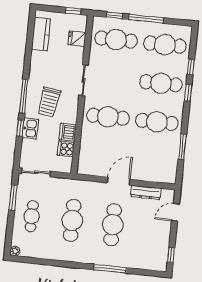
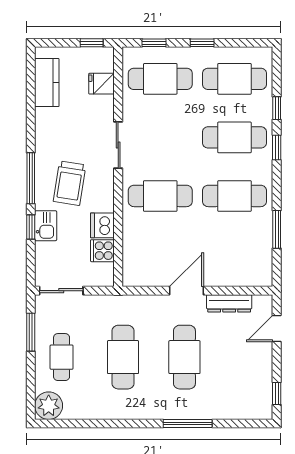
window: (146, 19) -> (202, 43), width x0.46
plant: (15, 251) -> (49, 406), width x1.87, depth x1.87

